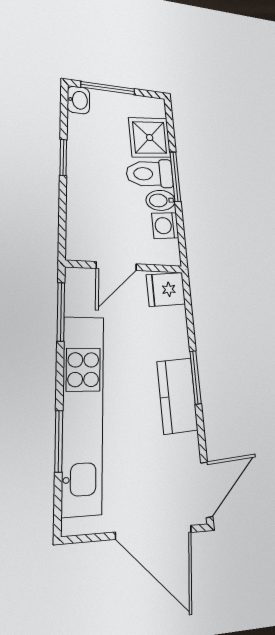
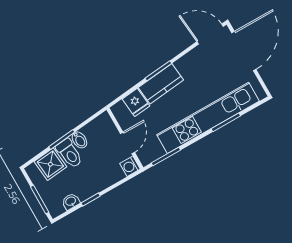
washbasin: (78, 100) -> (71, 201), moved
washing machine: (165, 226) -> (130, 166), moved, turned 96
door: (116, 266) -> (127, 143), hinge flipped
fridge: (166, 290) -> (136, 102), moved
kitchen counter: (178, 396) -> (161, 84), moved

